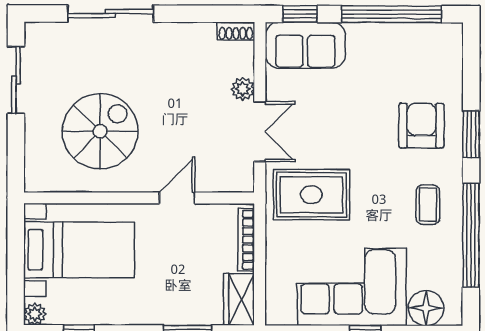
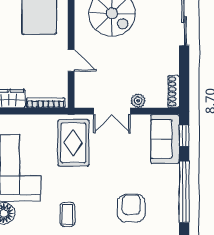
shoe rack: (236, 31) -> (174, 92), width x1.43
armchair: (421, 126) -> (131, 208), moved, turned -90
coffee table: (428, 205) -> (67, 214), turned 90

